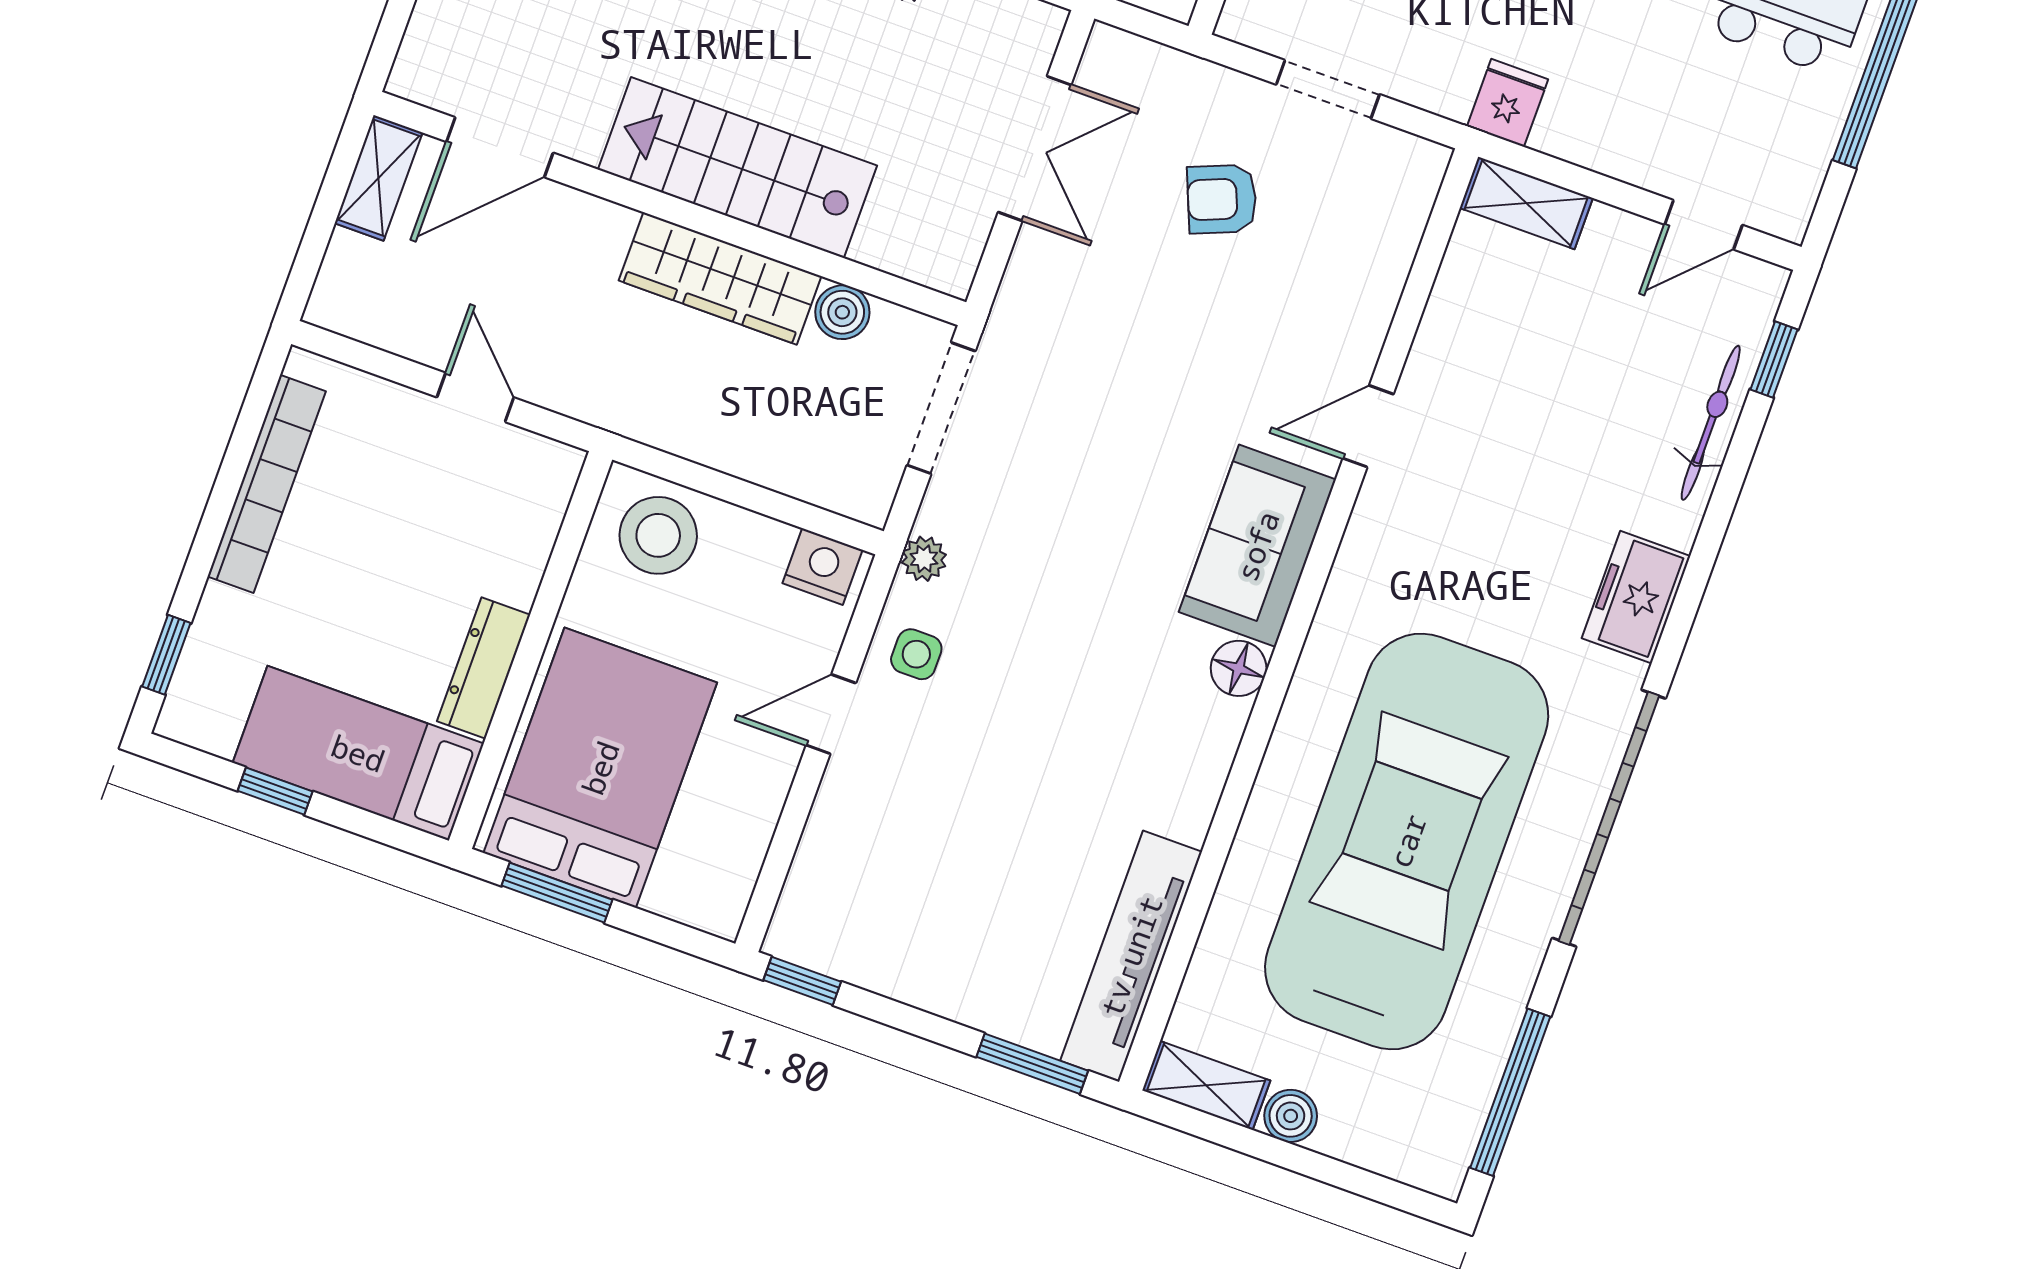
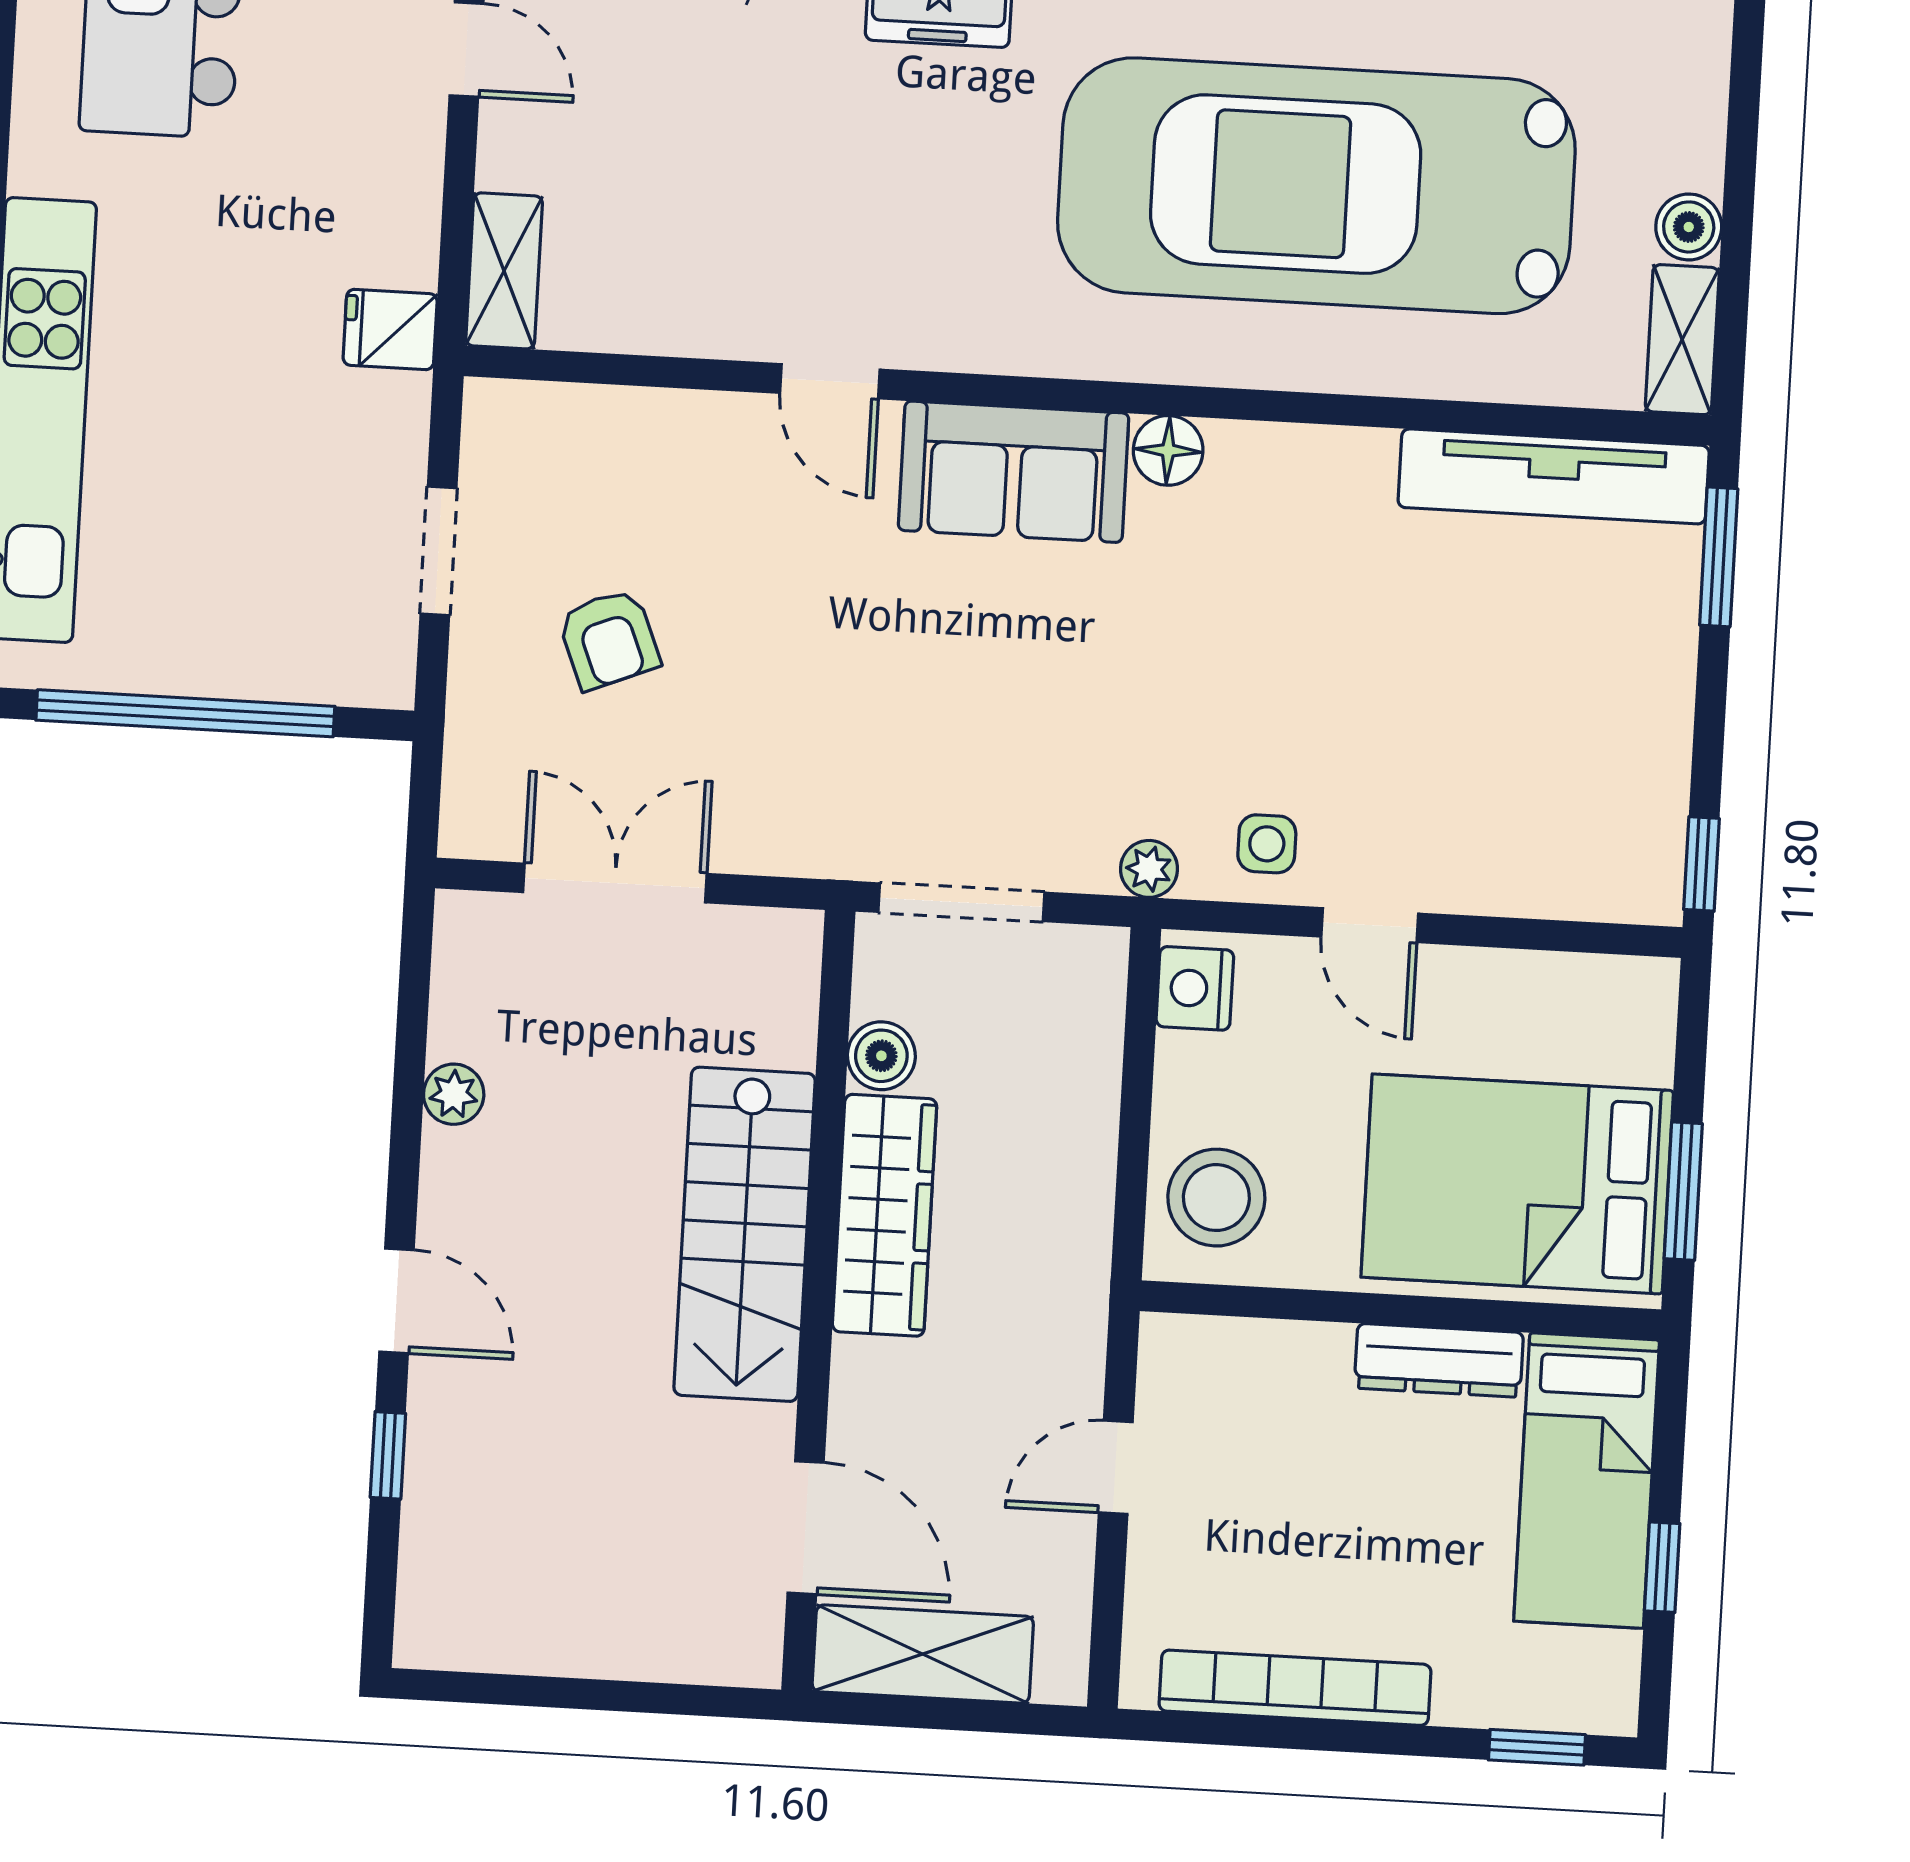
shelving: (379, 178) -> (923, 1654), width x1.50, depth x1.33

